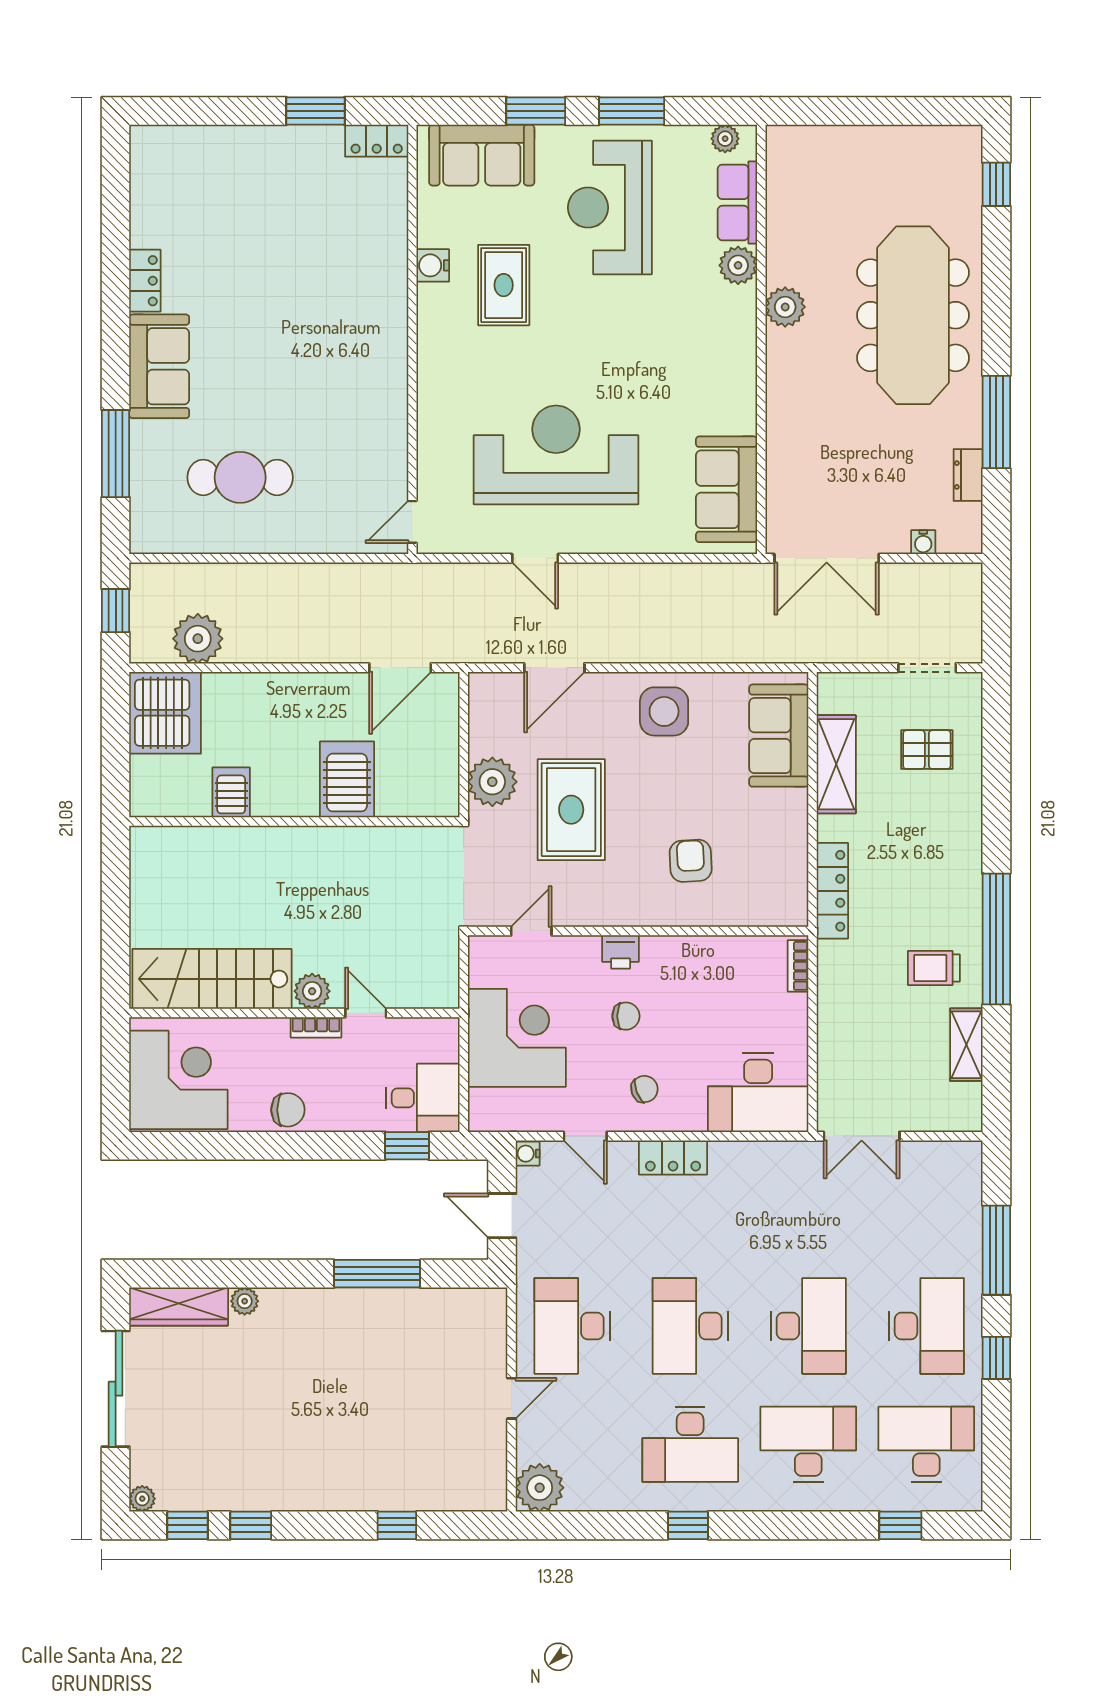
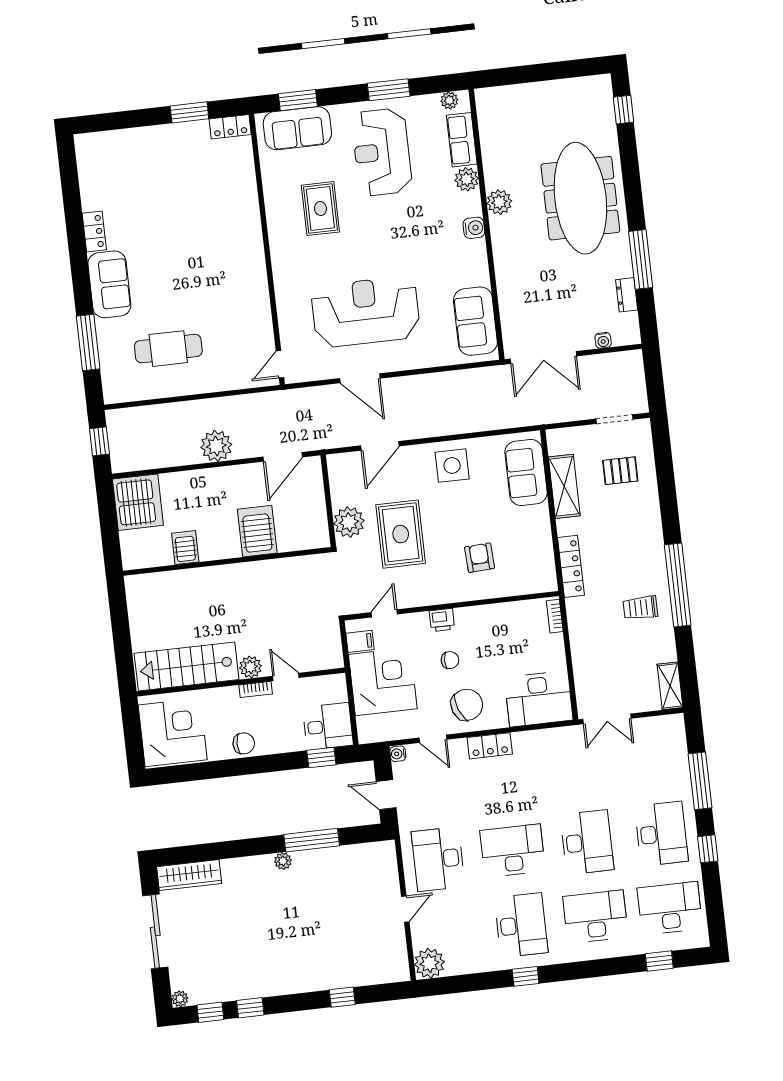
window: (536, 111) -> (298, 100), moved
water cooler: (433, 265) -> (474, 228), moved, turned 180
door: (535, 558) -> (360, 378), width x1.38
plant: (198, 639) -> (216, 446), moved
filing cabinet: (488, 971) -> (360, 641), added
shelving: (966, 1045) -> (670, 686), moved
chair: (644, 1089) -> (467, 705), width x1.87, depth x1.87
plant: (245, 1301) -> (283, 861), moved
desk: (690, 1326) -> (513, 851), turned 90
desk: (690, 1444) -> (521, 925), turned -90

